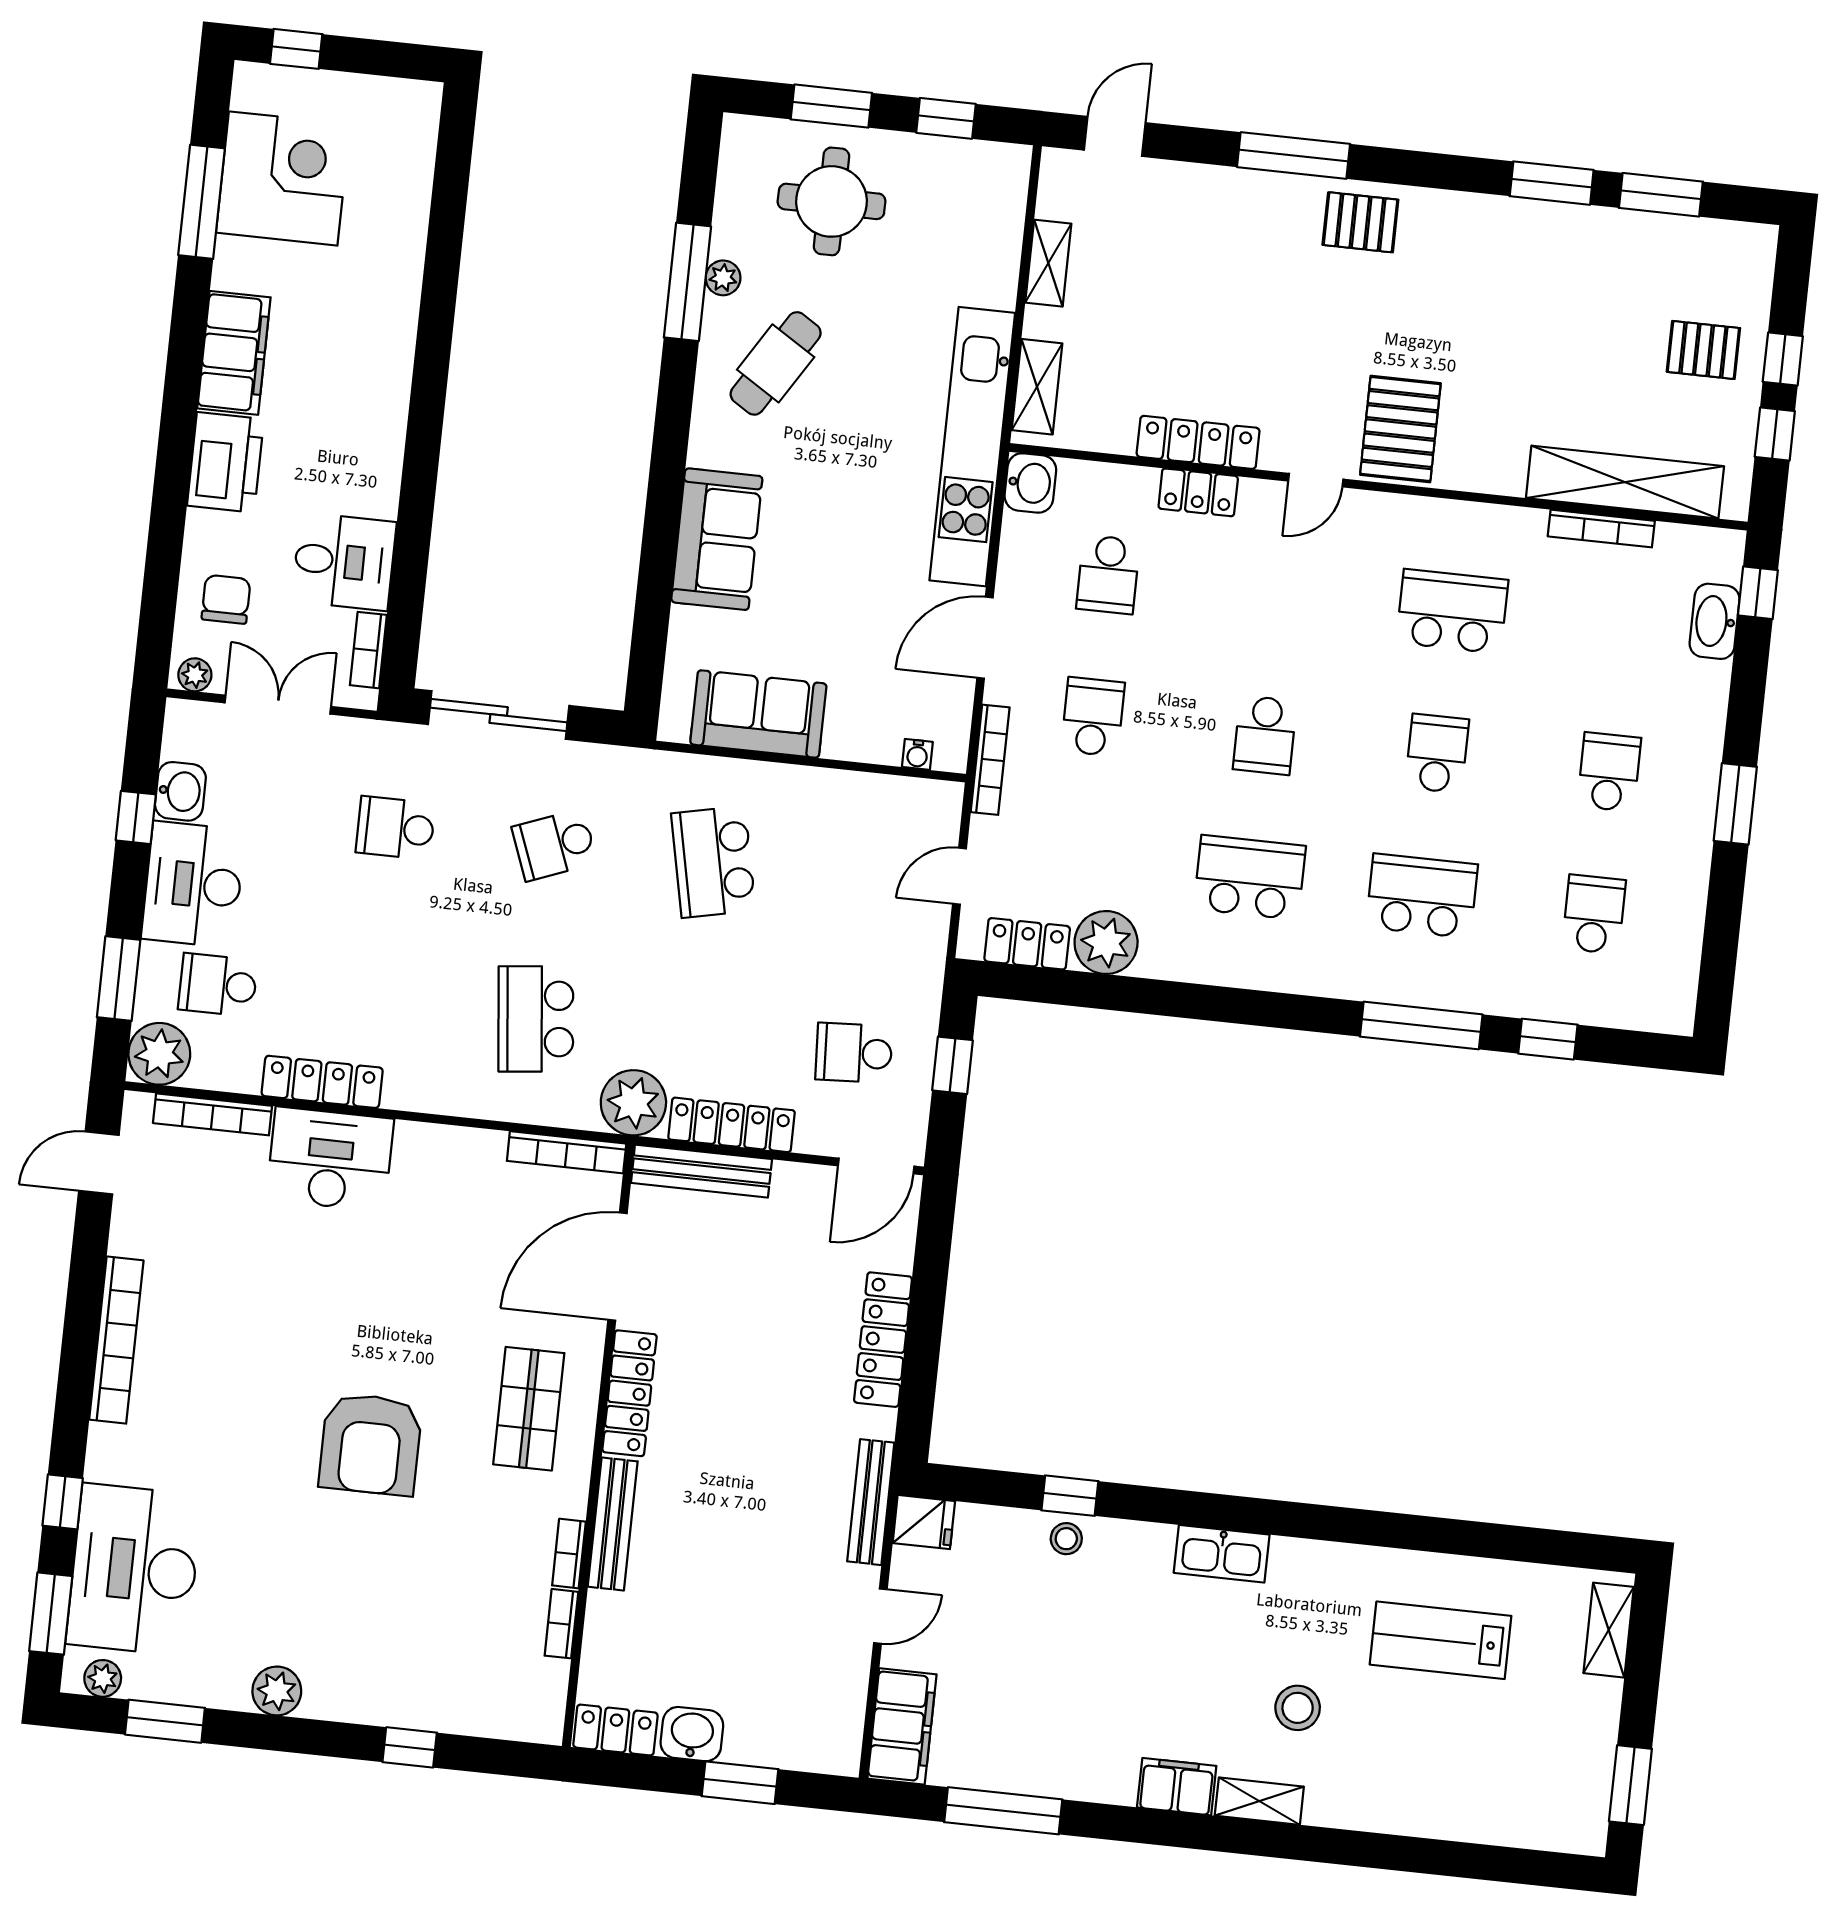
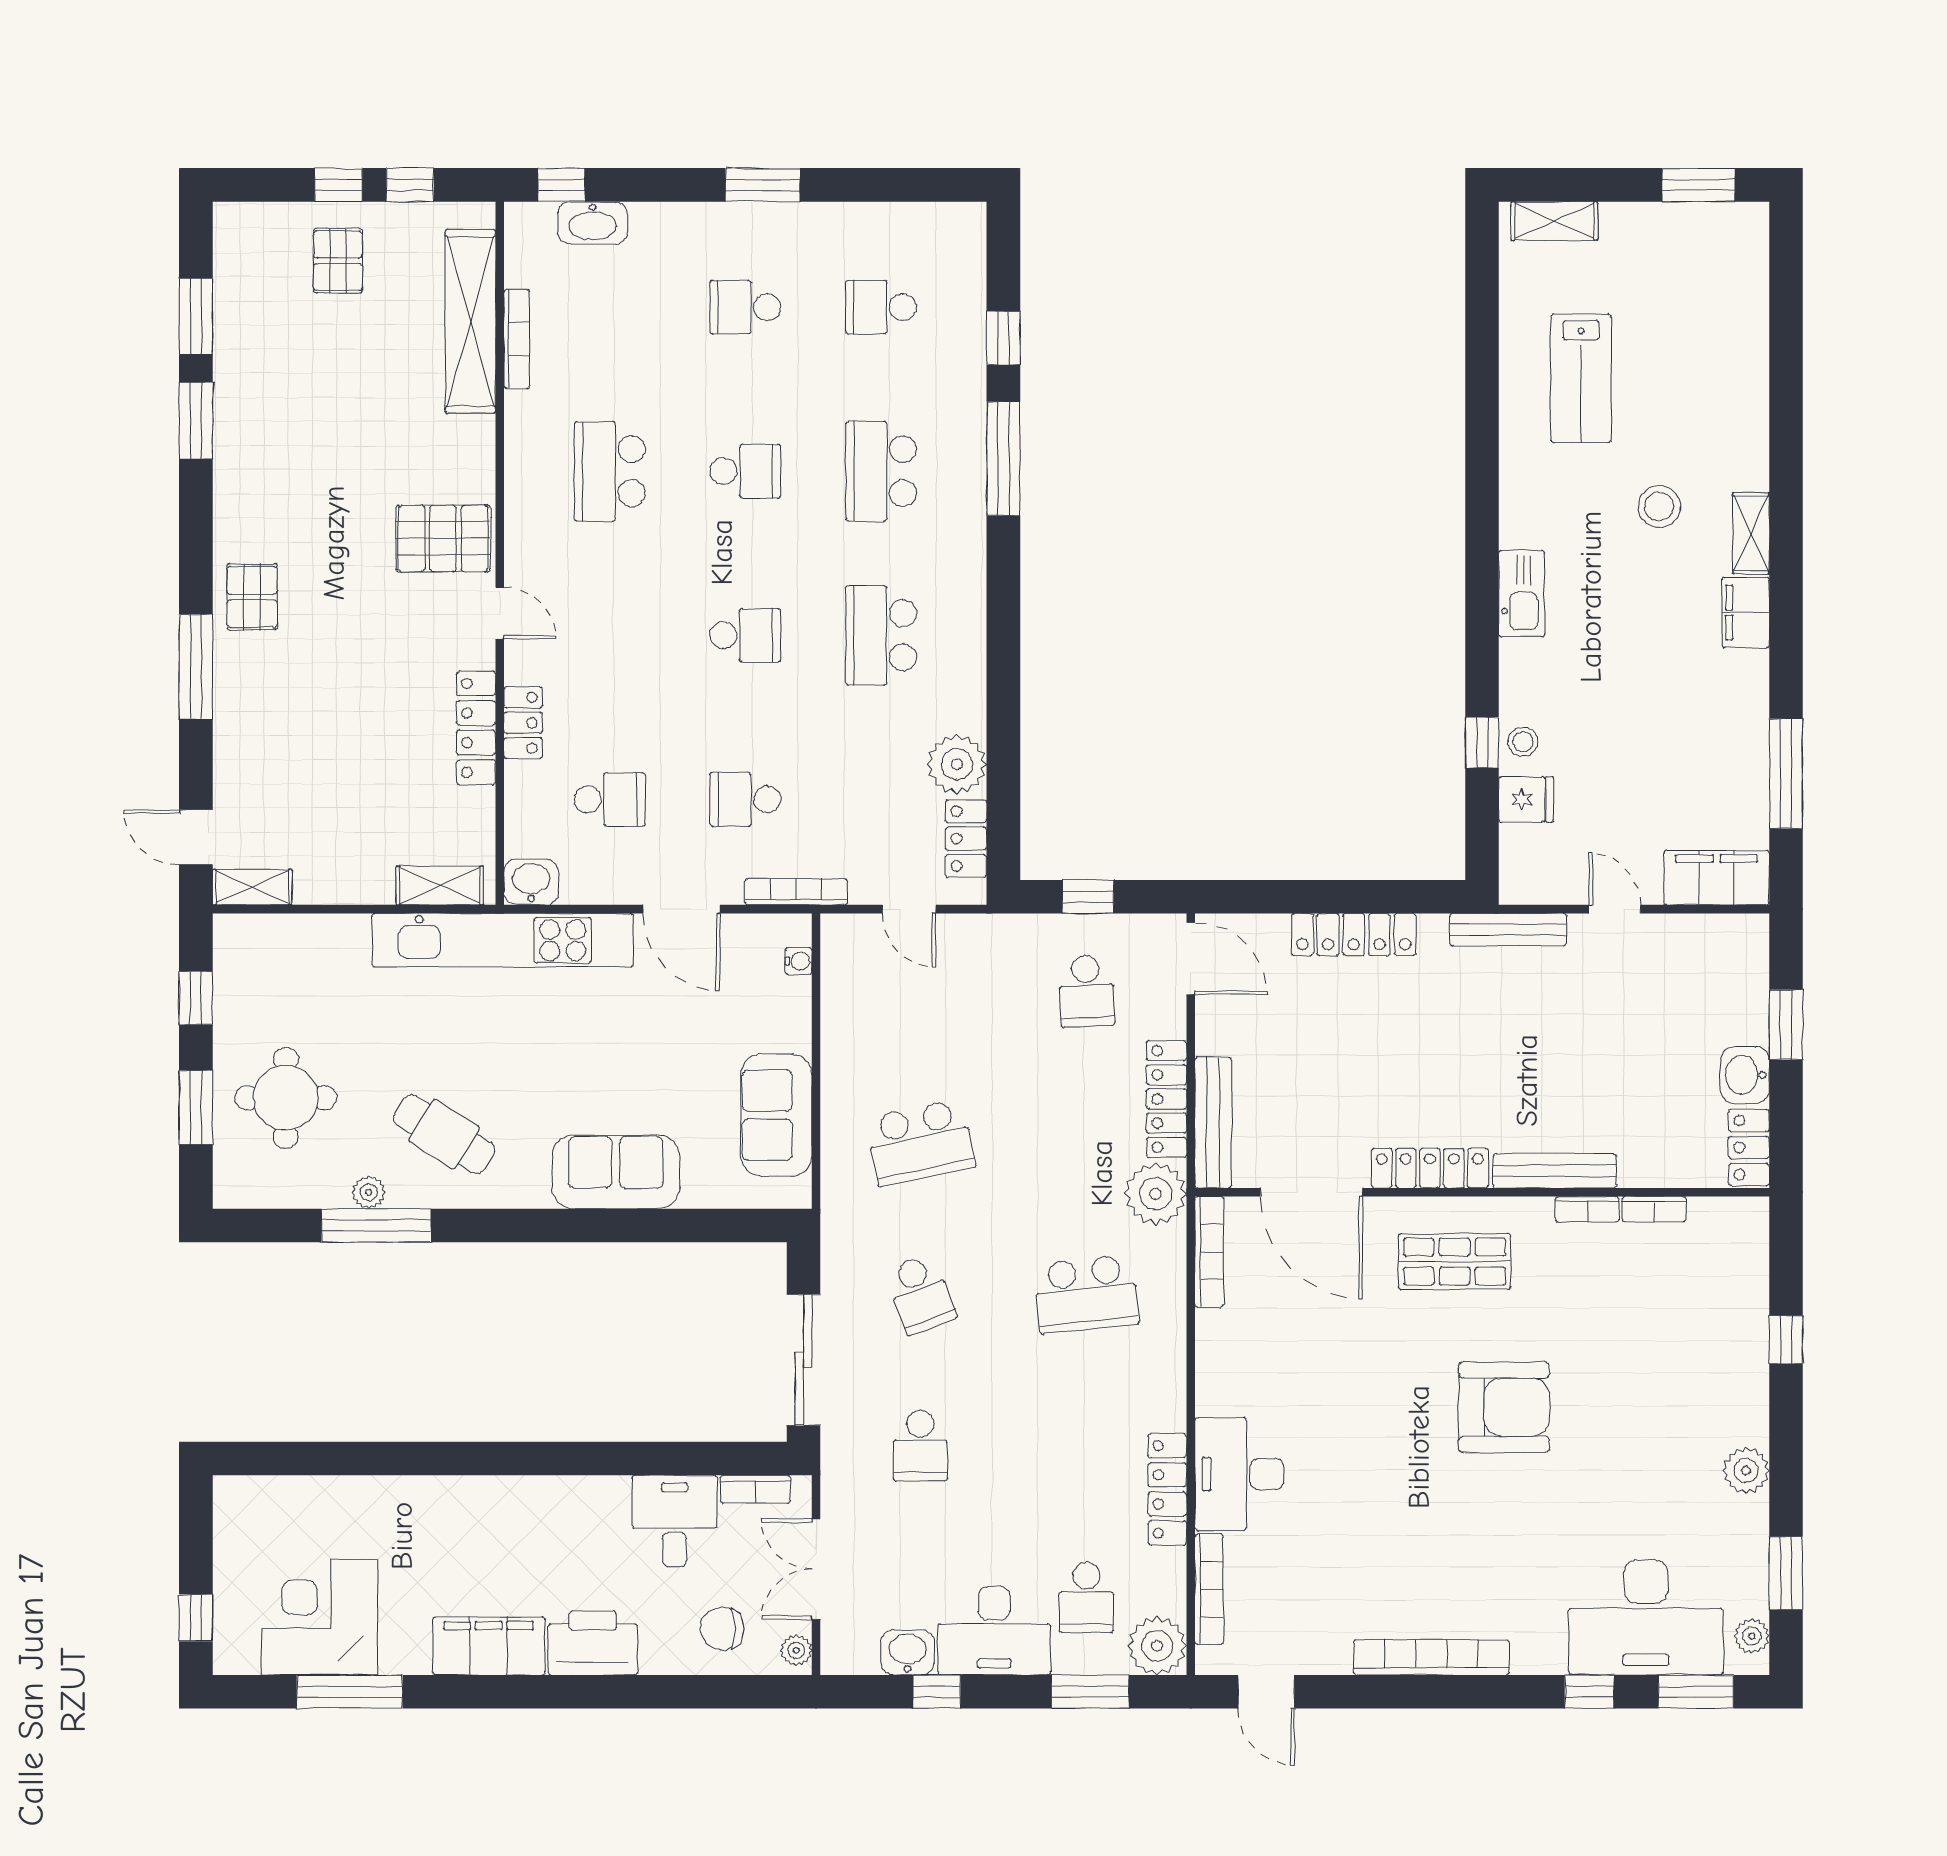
shelving: (1048, 263) -> (252, 887), moved
school desk: (1437, 754) -> (745, 471), turned 180
fridge: (924, 1522) -> (1526, 799), moved, turned 90

